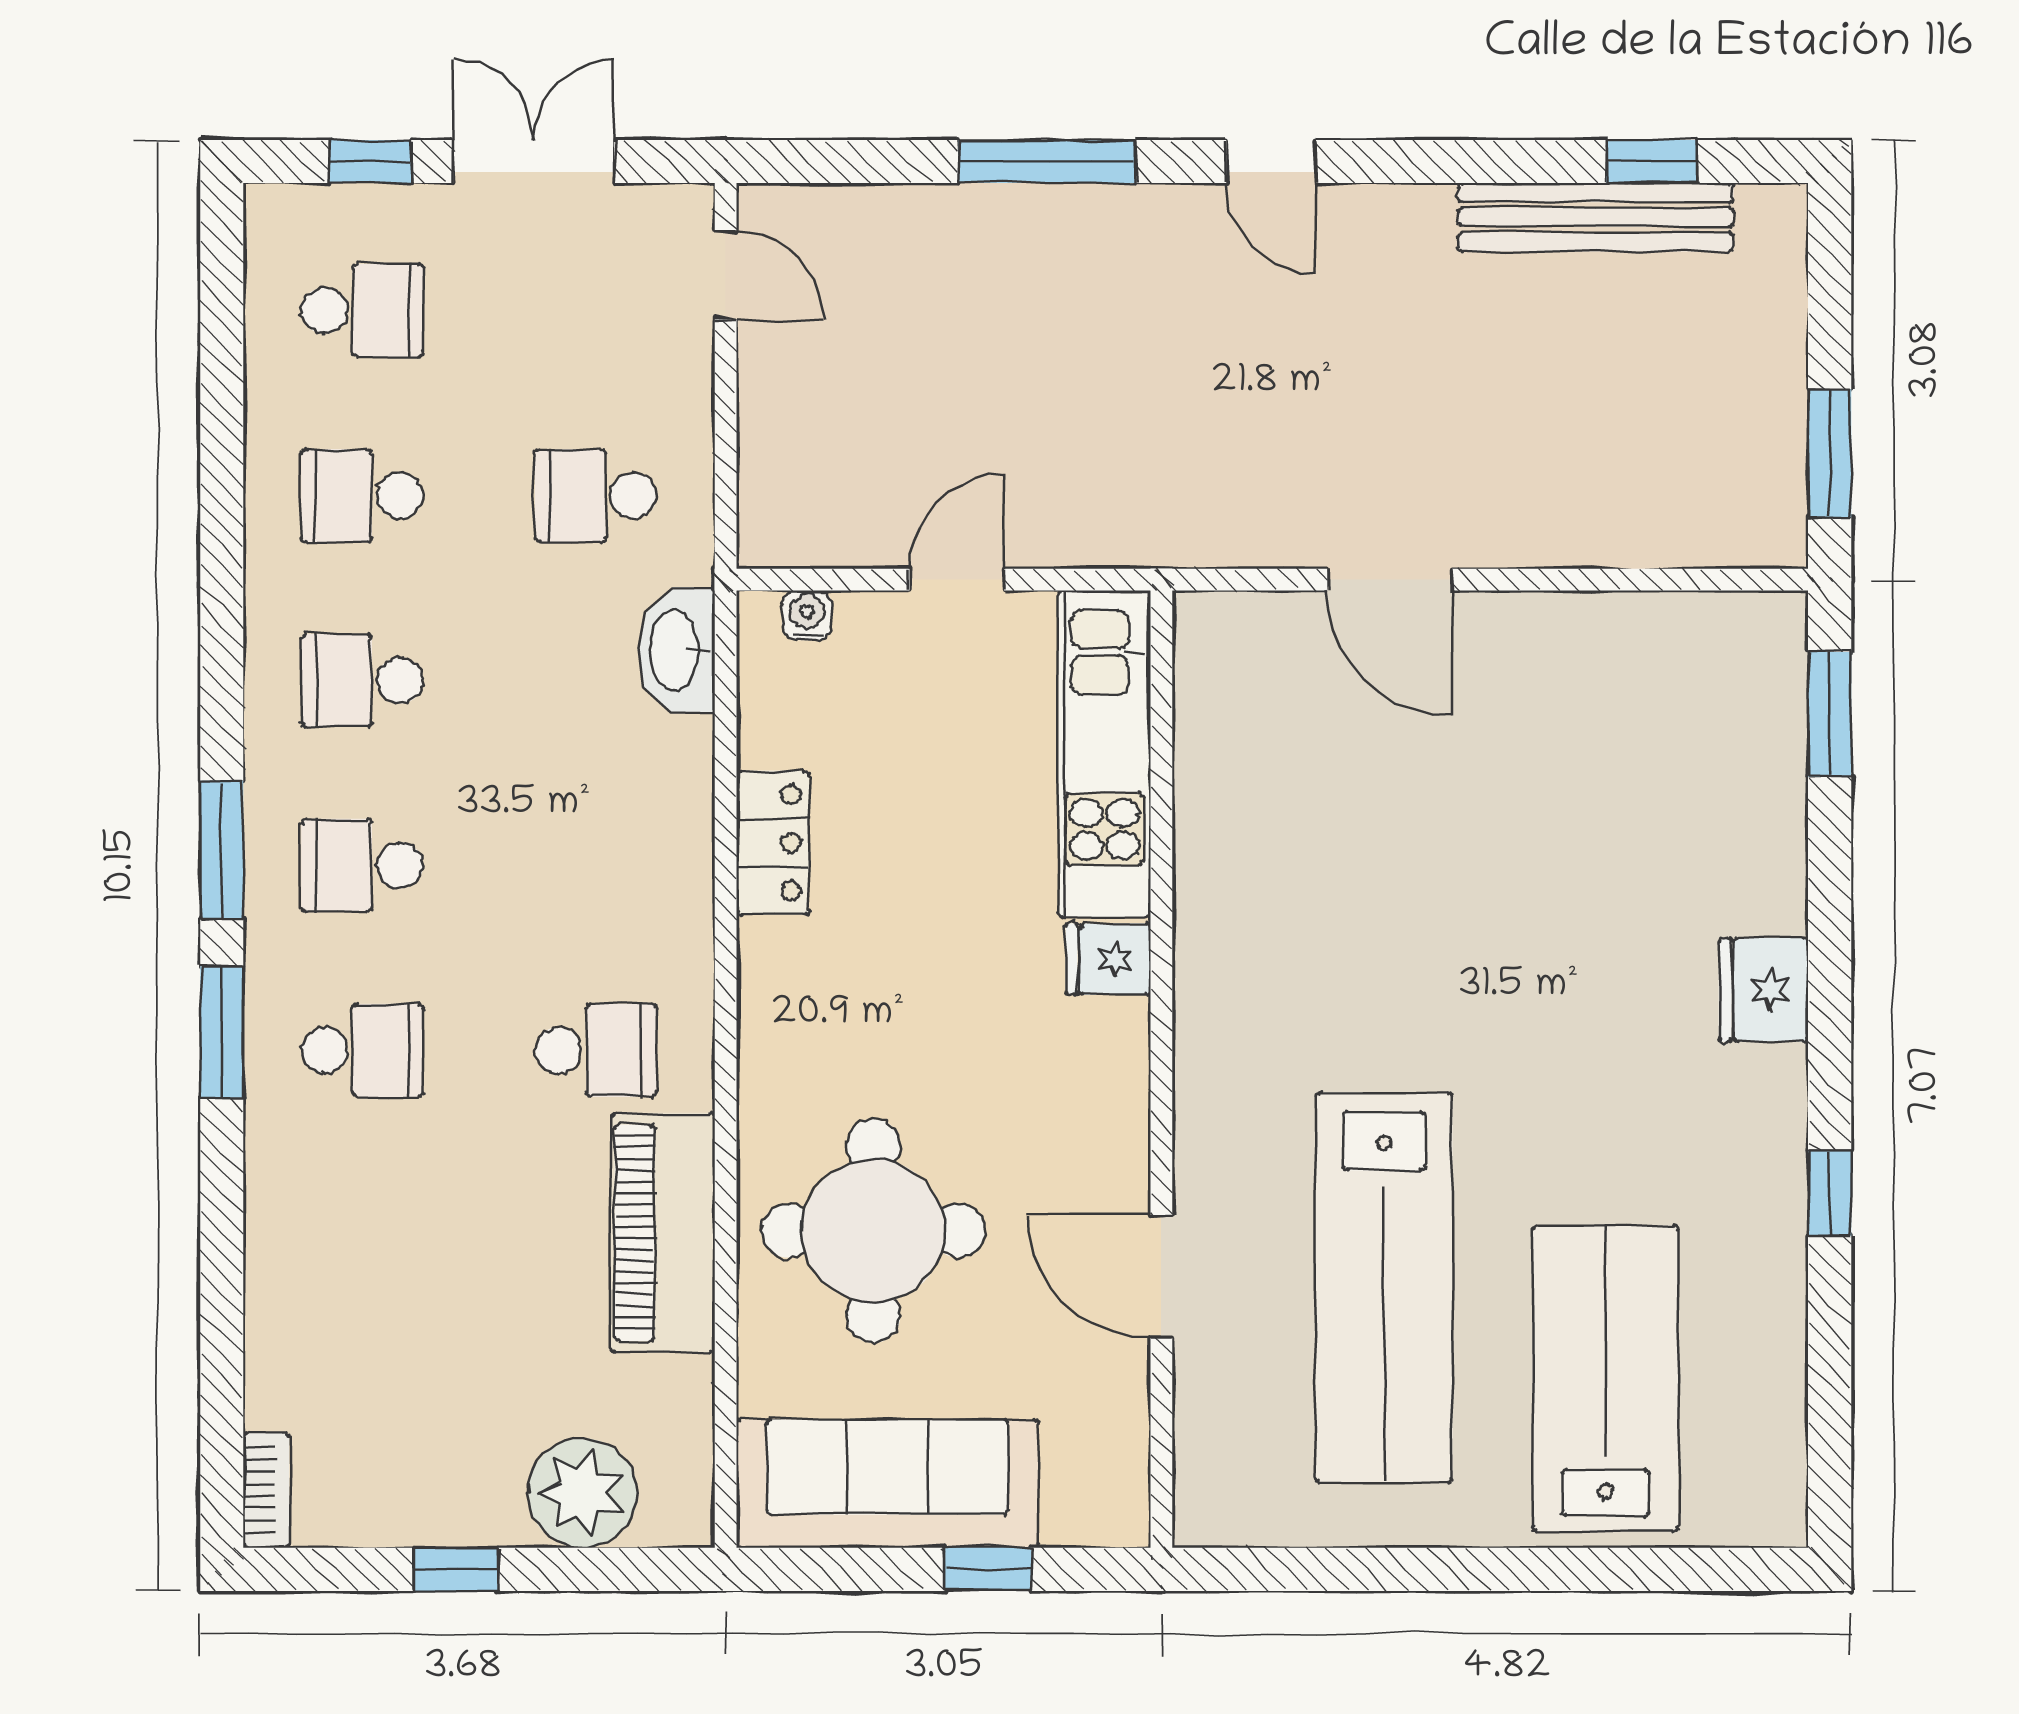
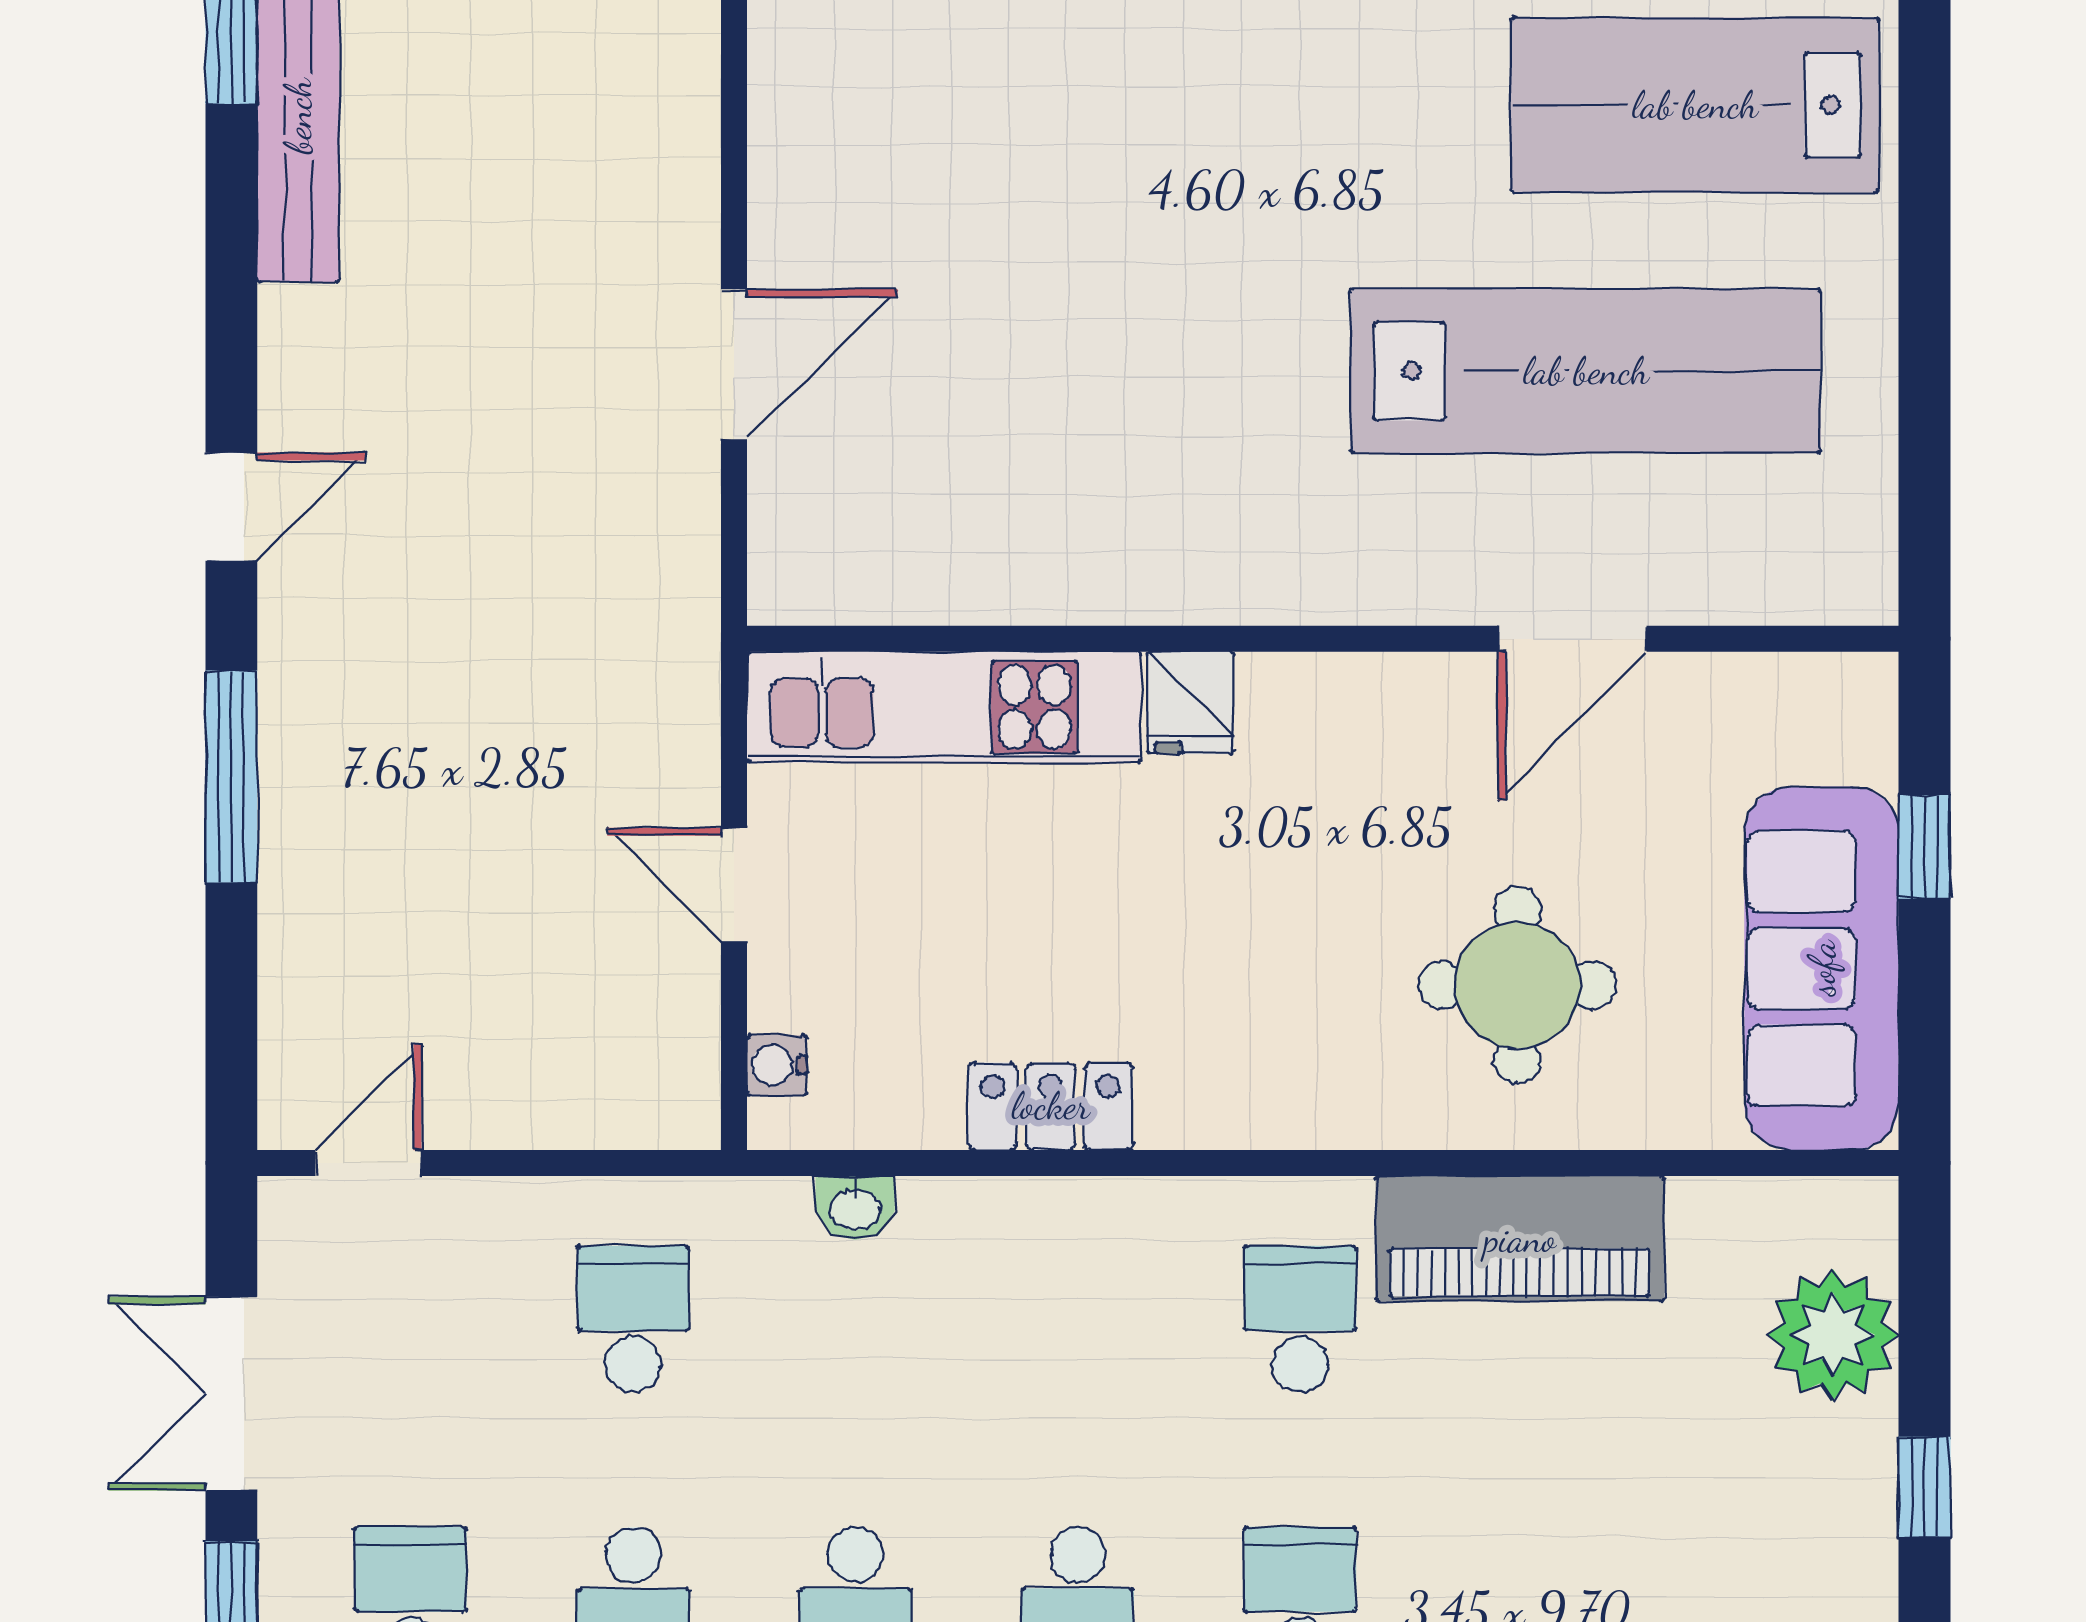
school desk: (596, 496) -> (633, 1319), turned 180
washbasin: (676, 650) -> (855, 1208), width x0.52, depth x0.69
round table: (873, 1231) -> (1517, 985), width x0.73, depth x0.73

